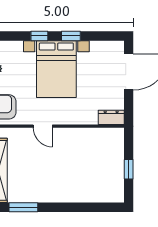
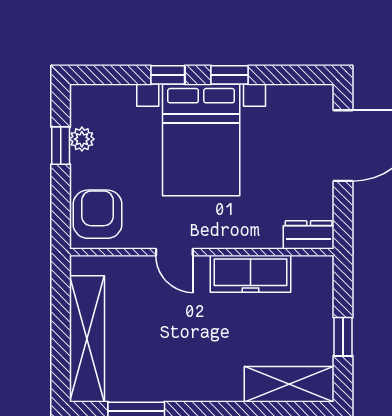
freezer: (82, 137) -> (251, 274), added
shelving: (101, 194) -> (289, 384), added

